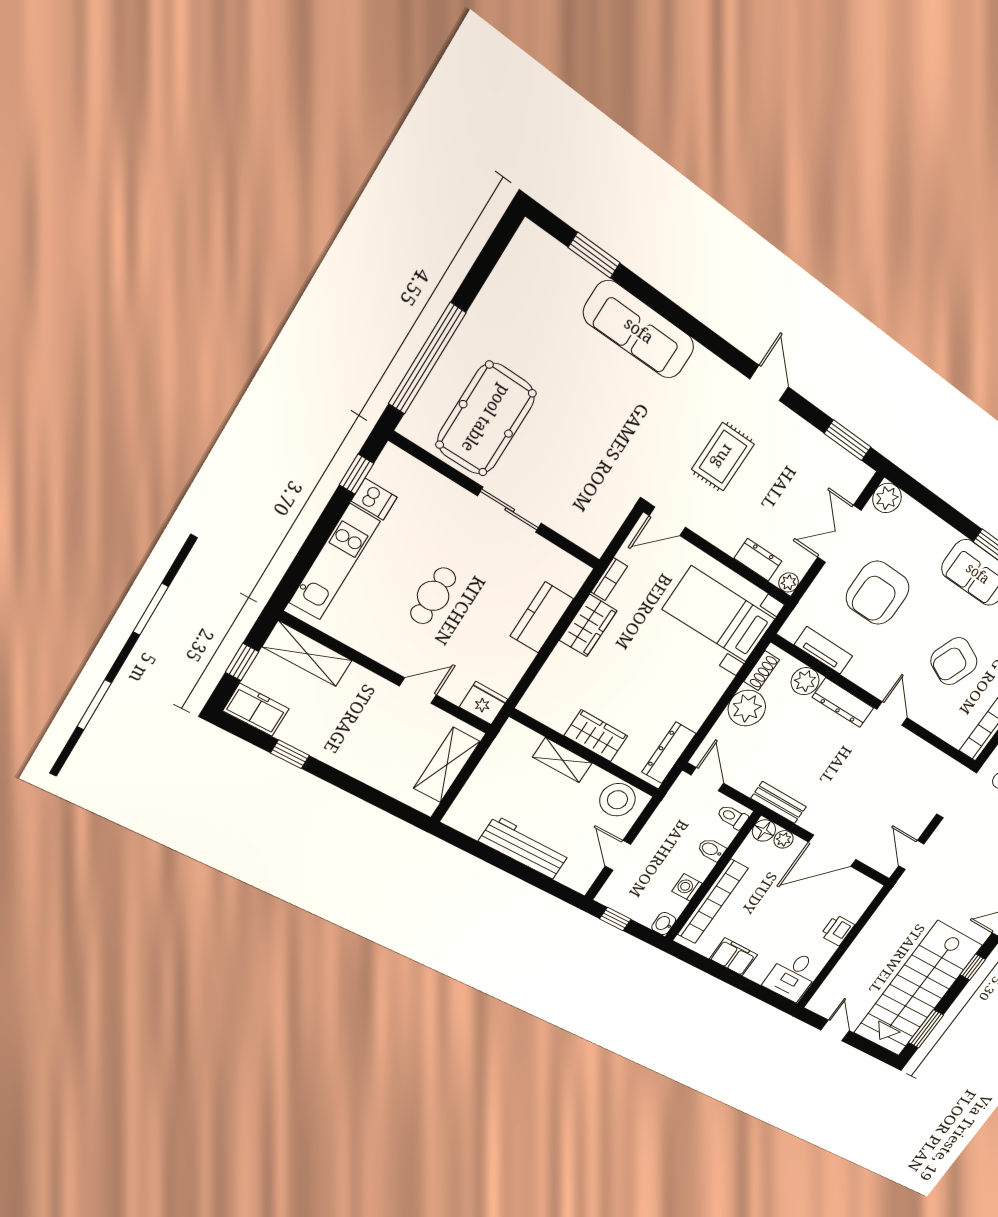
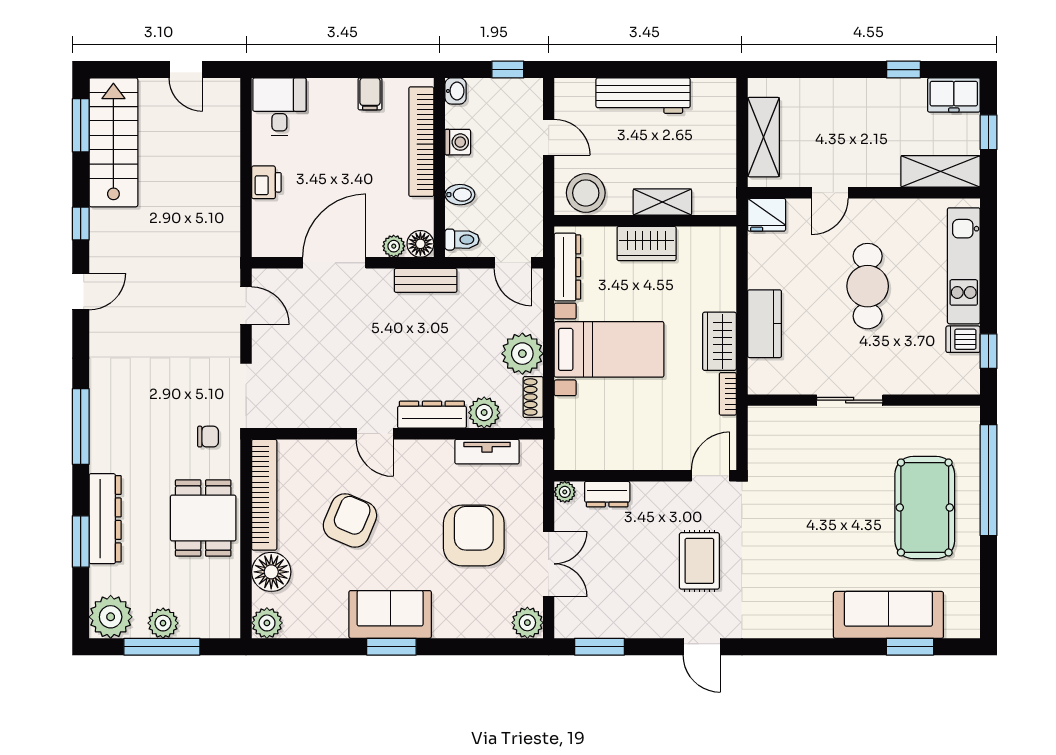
sofa: (639, 330) -> (888, 615), moved
pool table: (486, 419) -> (925, 508), moved
cafe table: (433, 596) -> (868, 286), width x1.37, depth x1.35
bed with nightstands: (719, 614) -> (609, 349), moved
filing cabinet: (734, 957) -> (370, 94), width x0.50
stairs: (918, 989) -> (113, 142), width x0.73, depth x0.66

